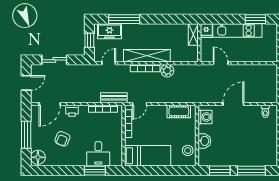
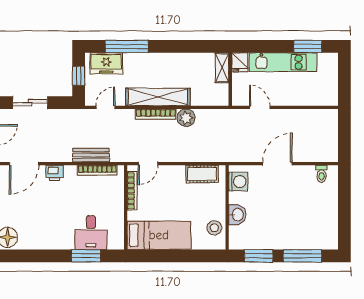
bench: (114, 98) -> (91, 155), moved
armchair: (62, 139) -> (41, 212), removed

